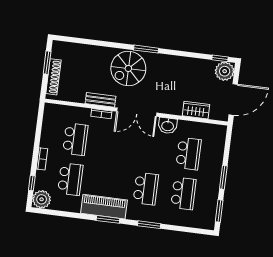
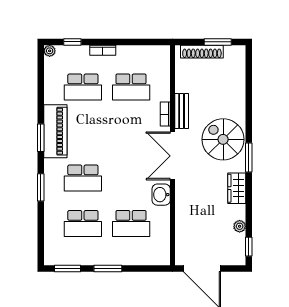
plant: (225, 71) -> (240, 226), moved, width x0.53, depth x0.53
wardrobe: (196, 110) -> (237, 188), moved, turned 180
plant: (42, 199) -> (50, 51), width x0.53, depth x0.53

